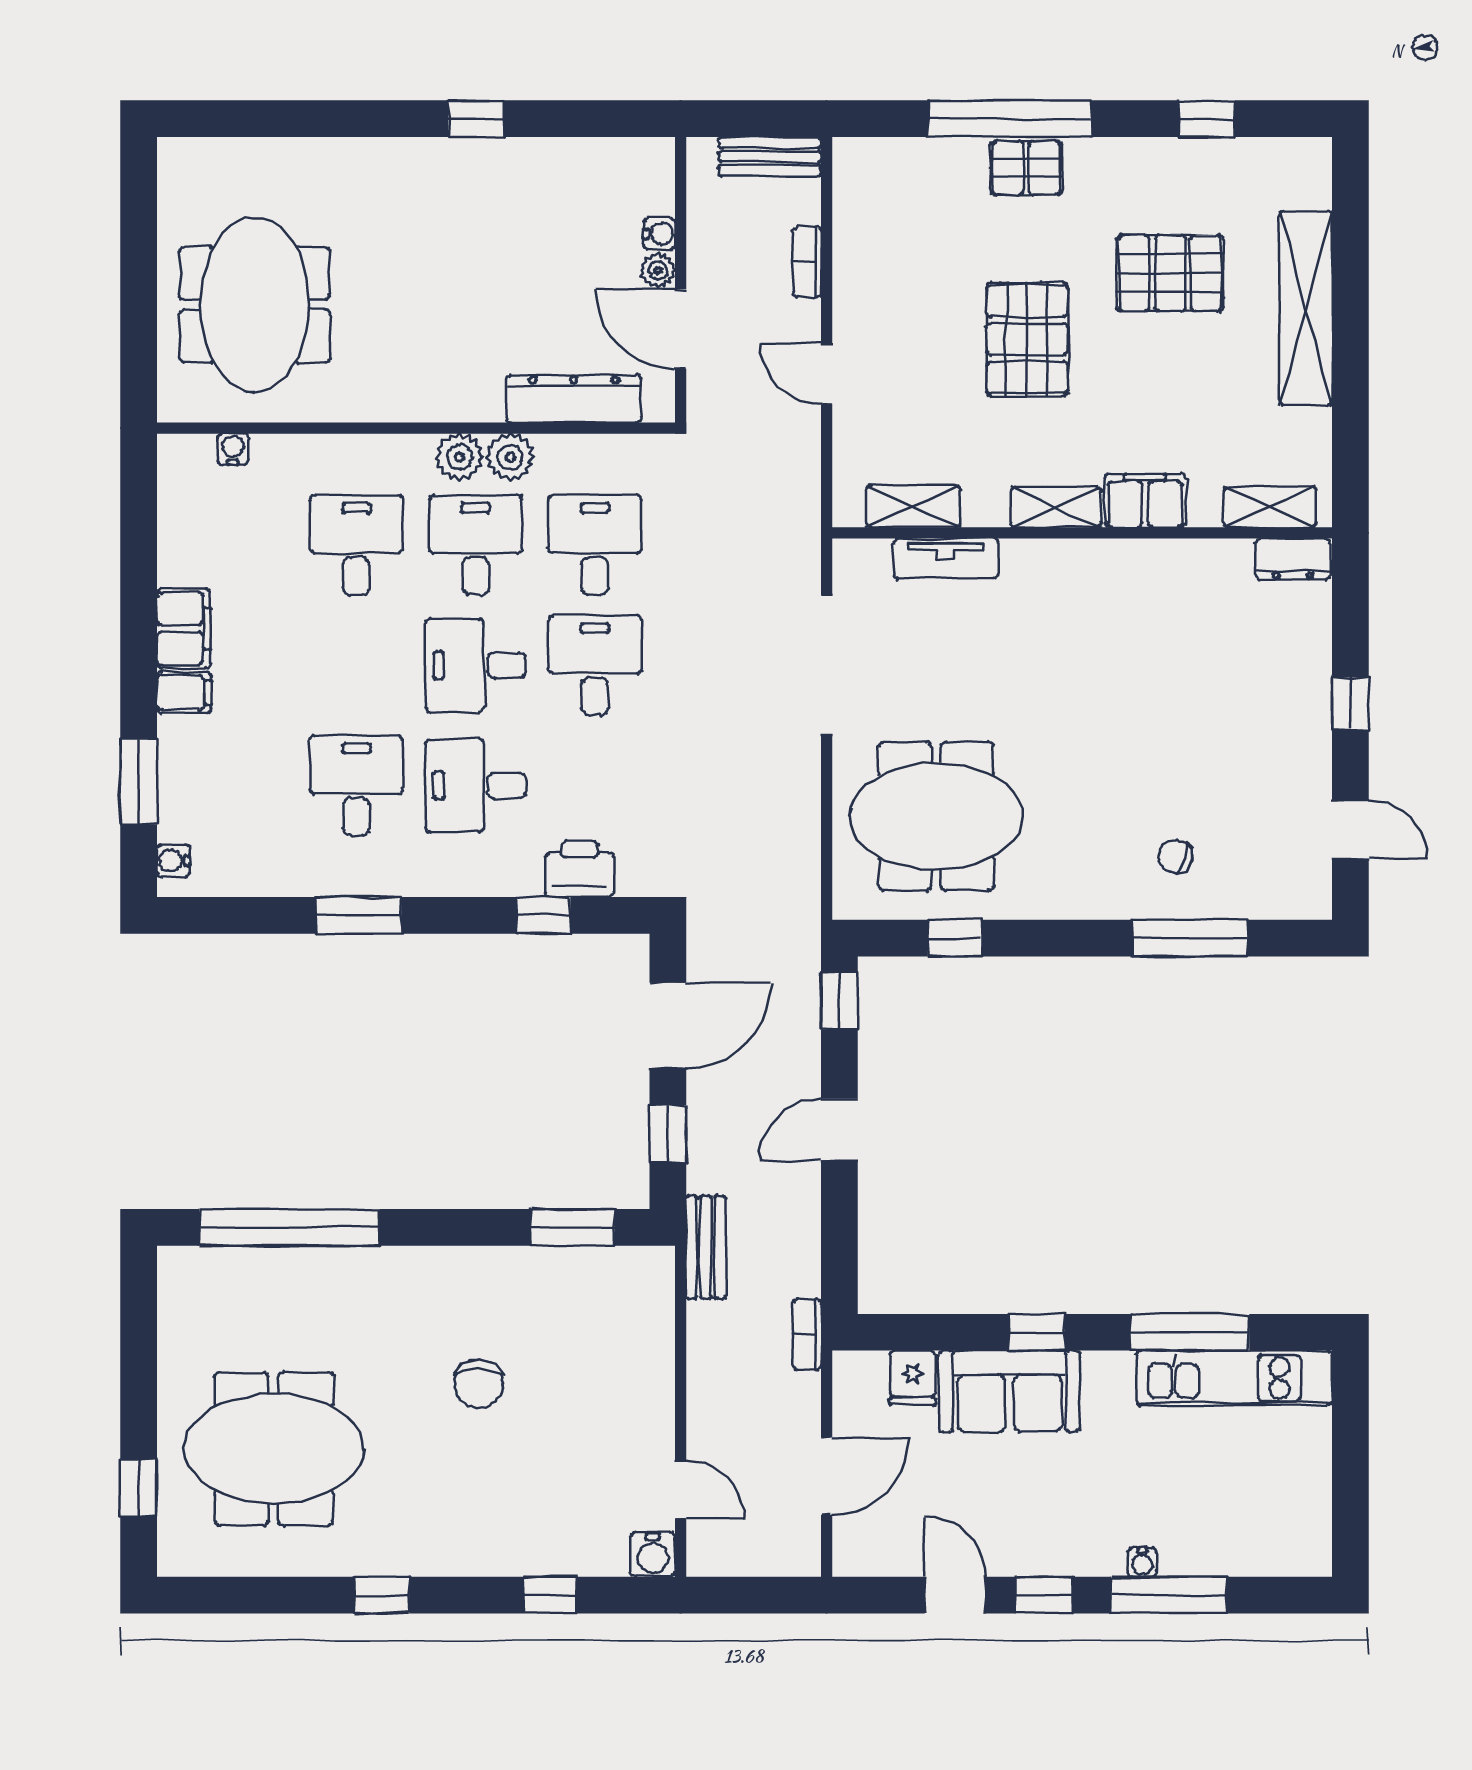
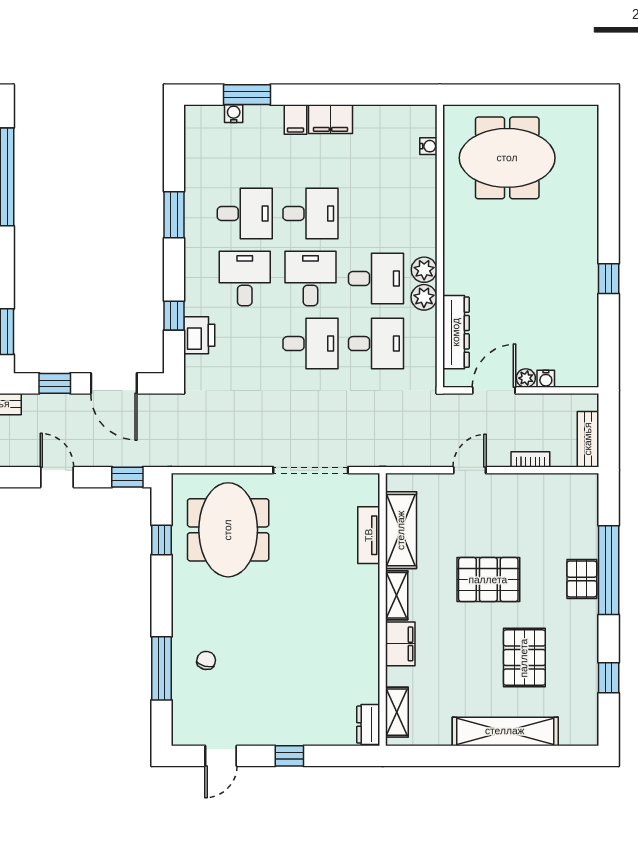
shelving: (913, 506) -> (401, 530), width x1.50, depth x1.33
desk: (356, 545) -> (310, 214), moved
water cooler: (173, 861) -> (234, 114), moved

